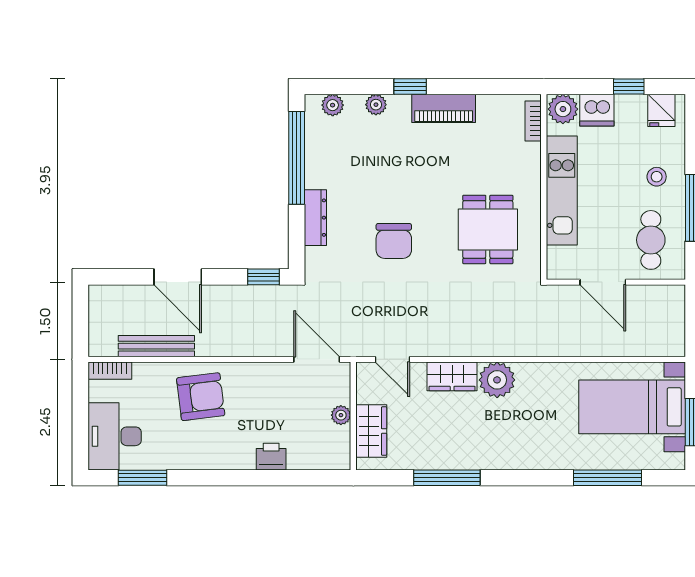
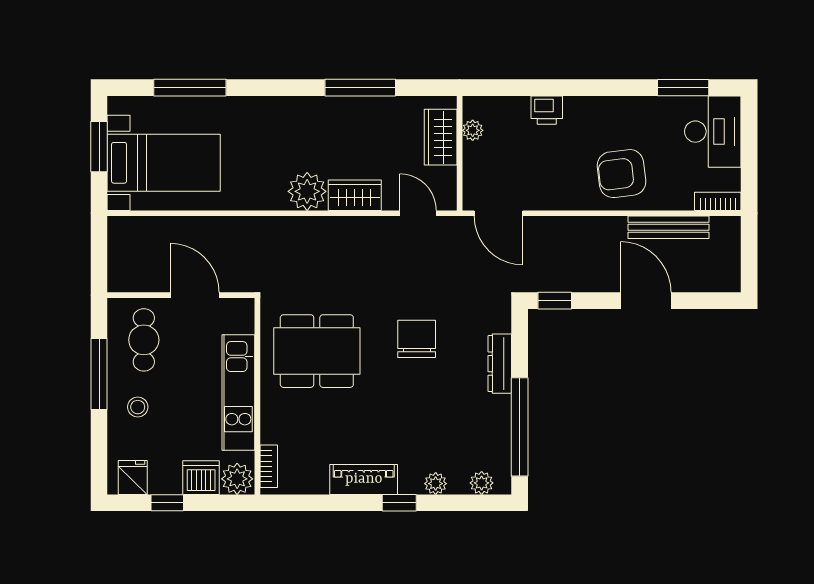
dining table: (488, 229) -> (317, 351), width x1.38
plant: (341, 415) -> (473, 130), moved

